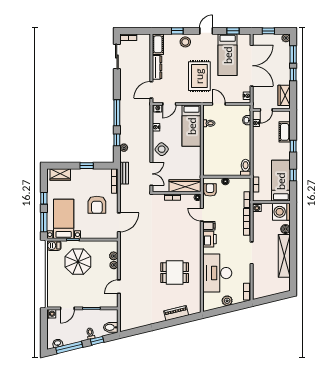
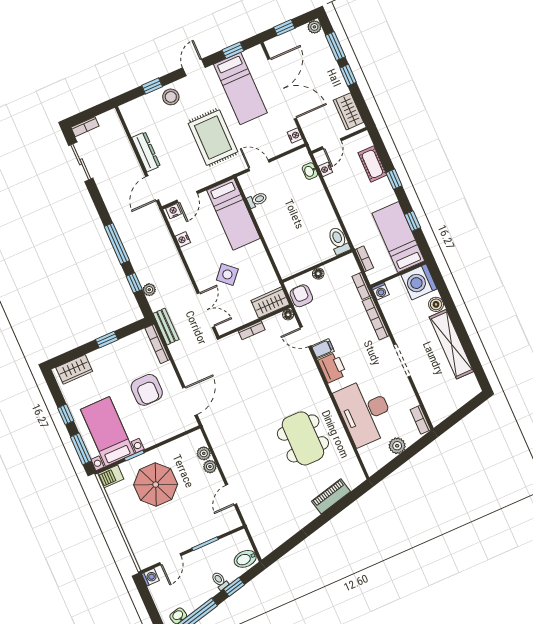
cot: (158, 44) -> (133, 118), removed
side table: (162, 149) -> (227, 274), moved
wardrobe: (185, 186) -> (270, 302), width x0.67
dining table: (175, 273) -> (303, 438), width x1.38

